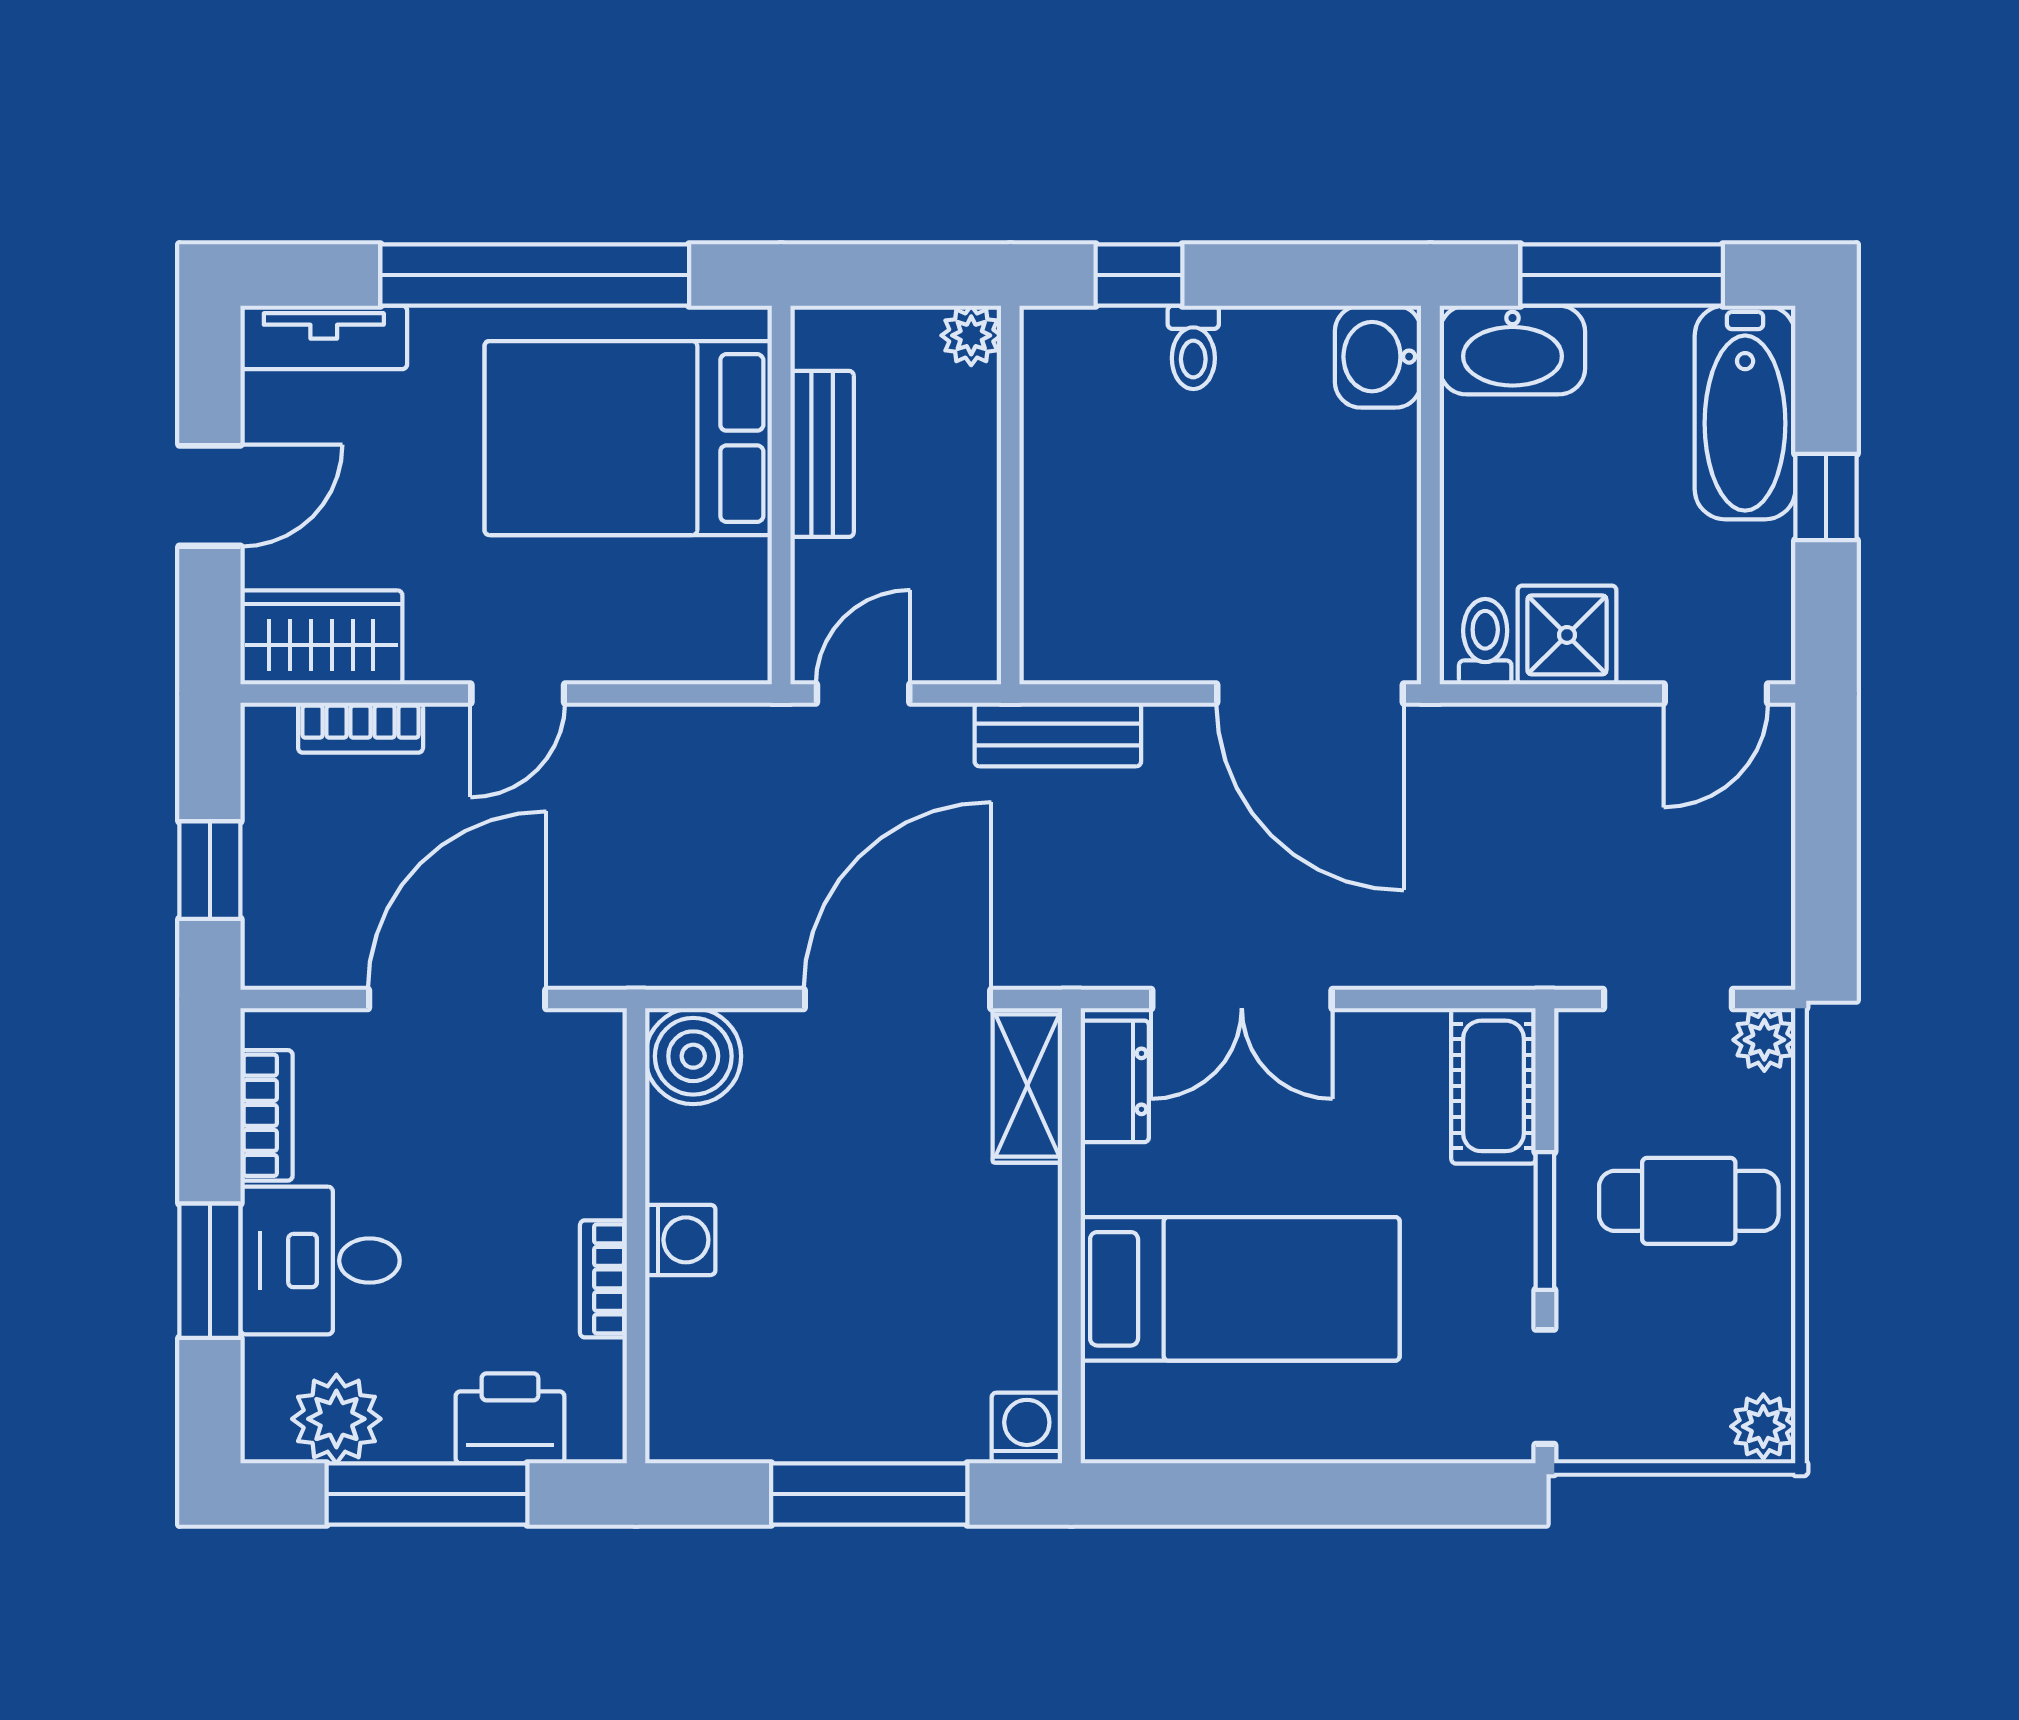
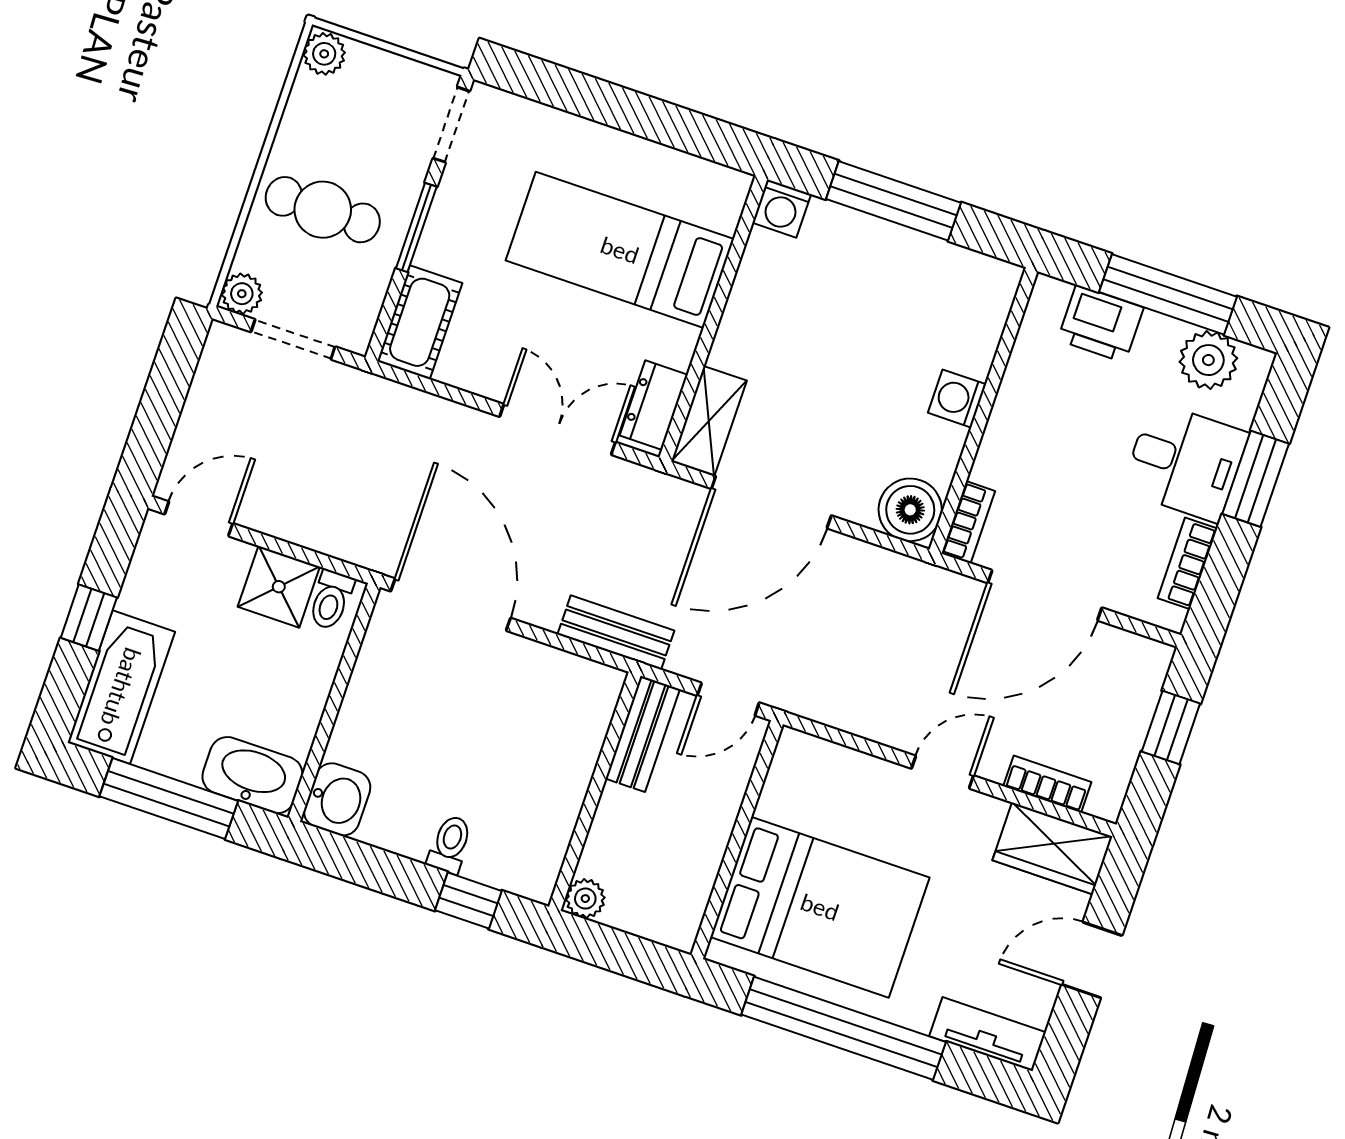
bench: (822, 454) -> (643, 734), moved
bookcase: (603, 1279) -> (968, 522), moved

